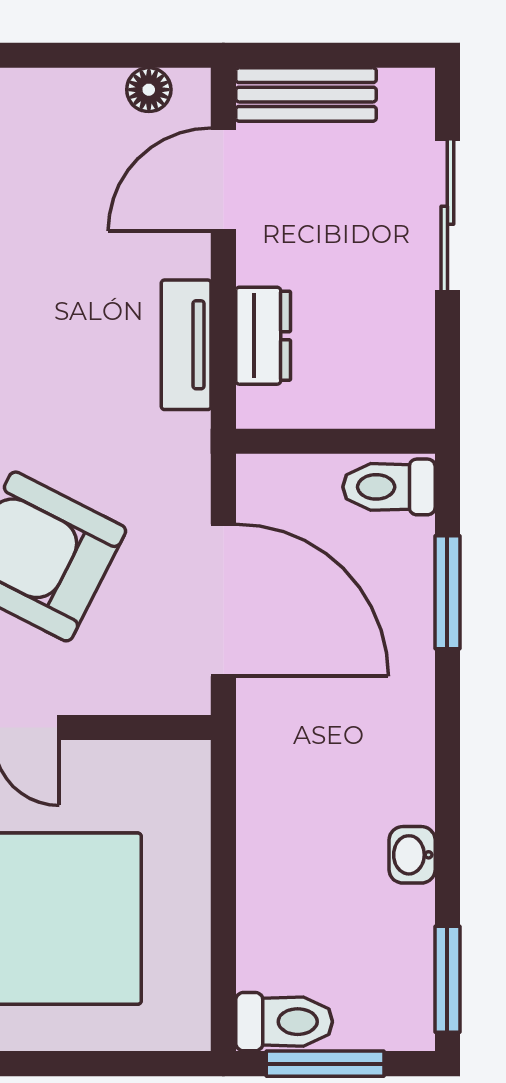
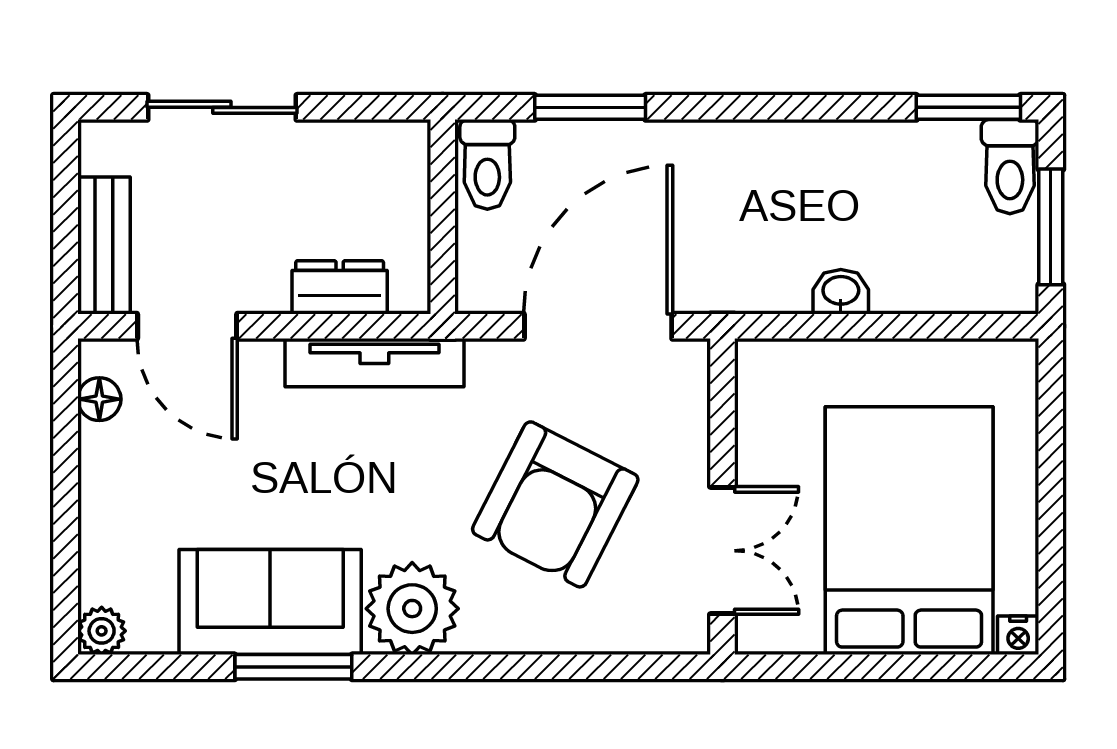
tv unit: (186, 345) -> (374, 363), width x1.41
washbasin: (412, 855) -> (841, 292), moved, turned 180
toilet: (284, 1022) -> (1010, 167), moved, turned 180

